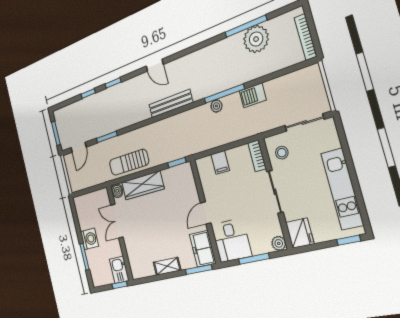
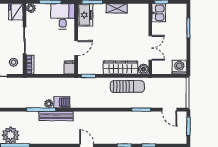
barbecue: (253, 95) -> (62, 102), moved
bench: (171, 104) -> (56, 116), moved
door: (79, 147) -> (169, 110), swing flipped
filing cabinet: (220, 162) -> (69, 67), moved
door: (206, 213) -> (76, 48), moved
washing machine: (89, 239) -> (179, 67), moved, turned 90

